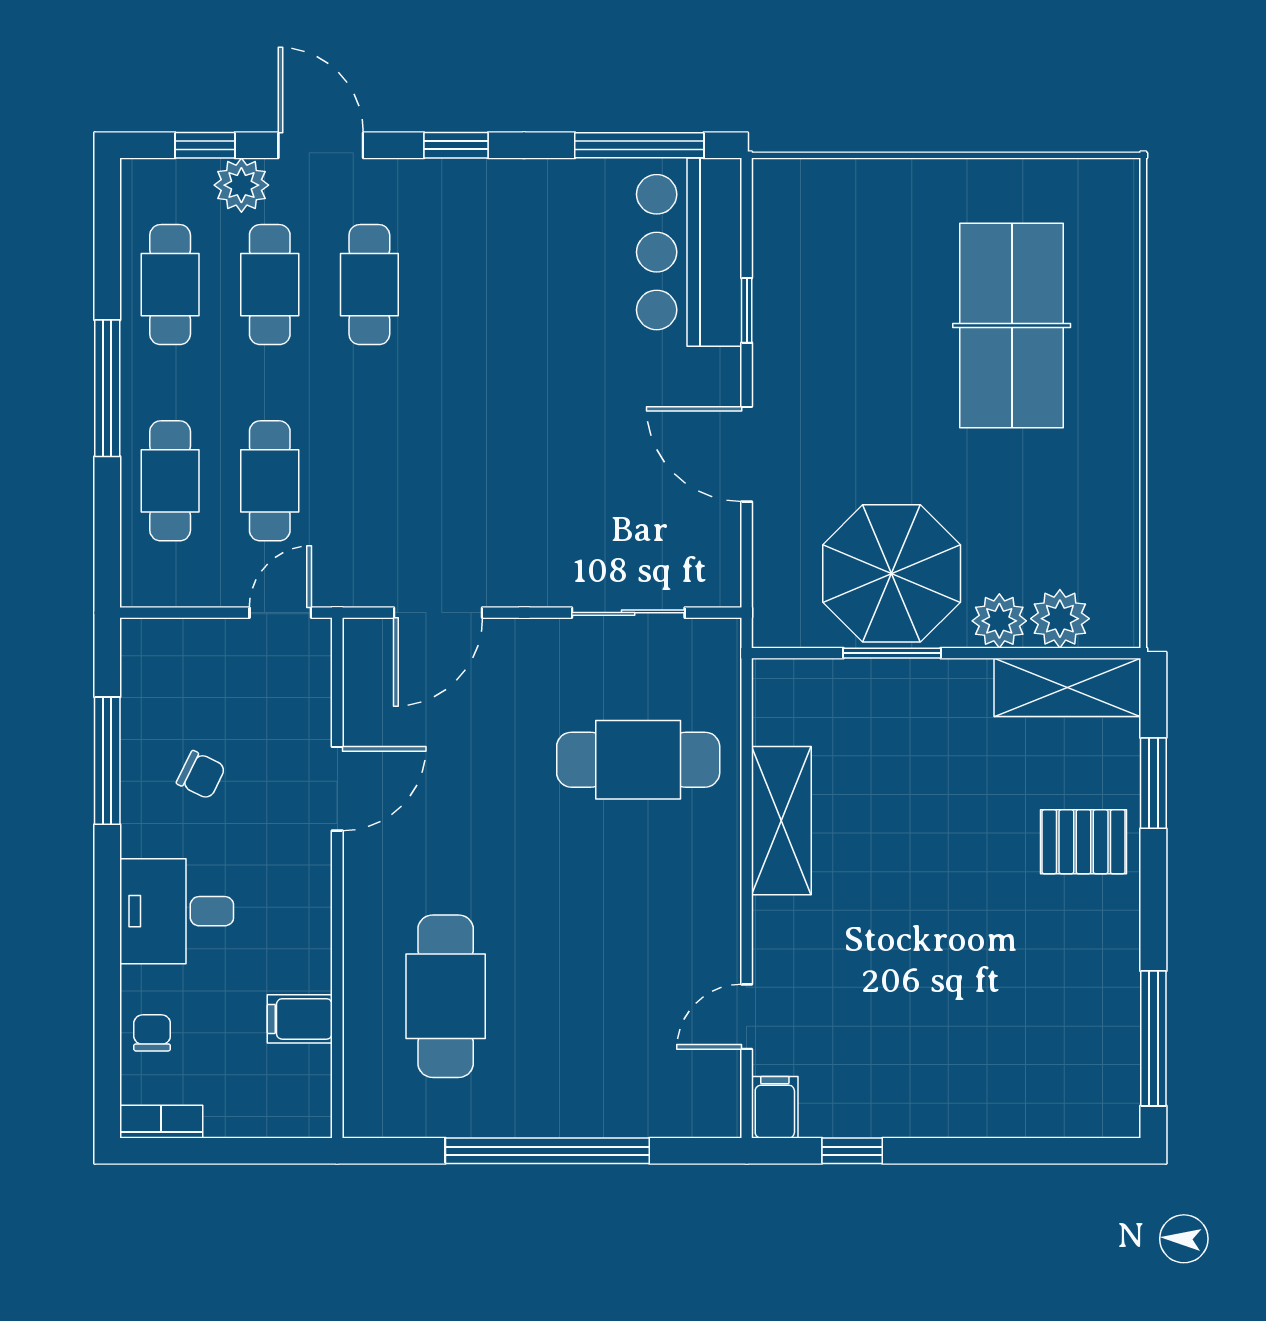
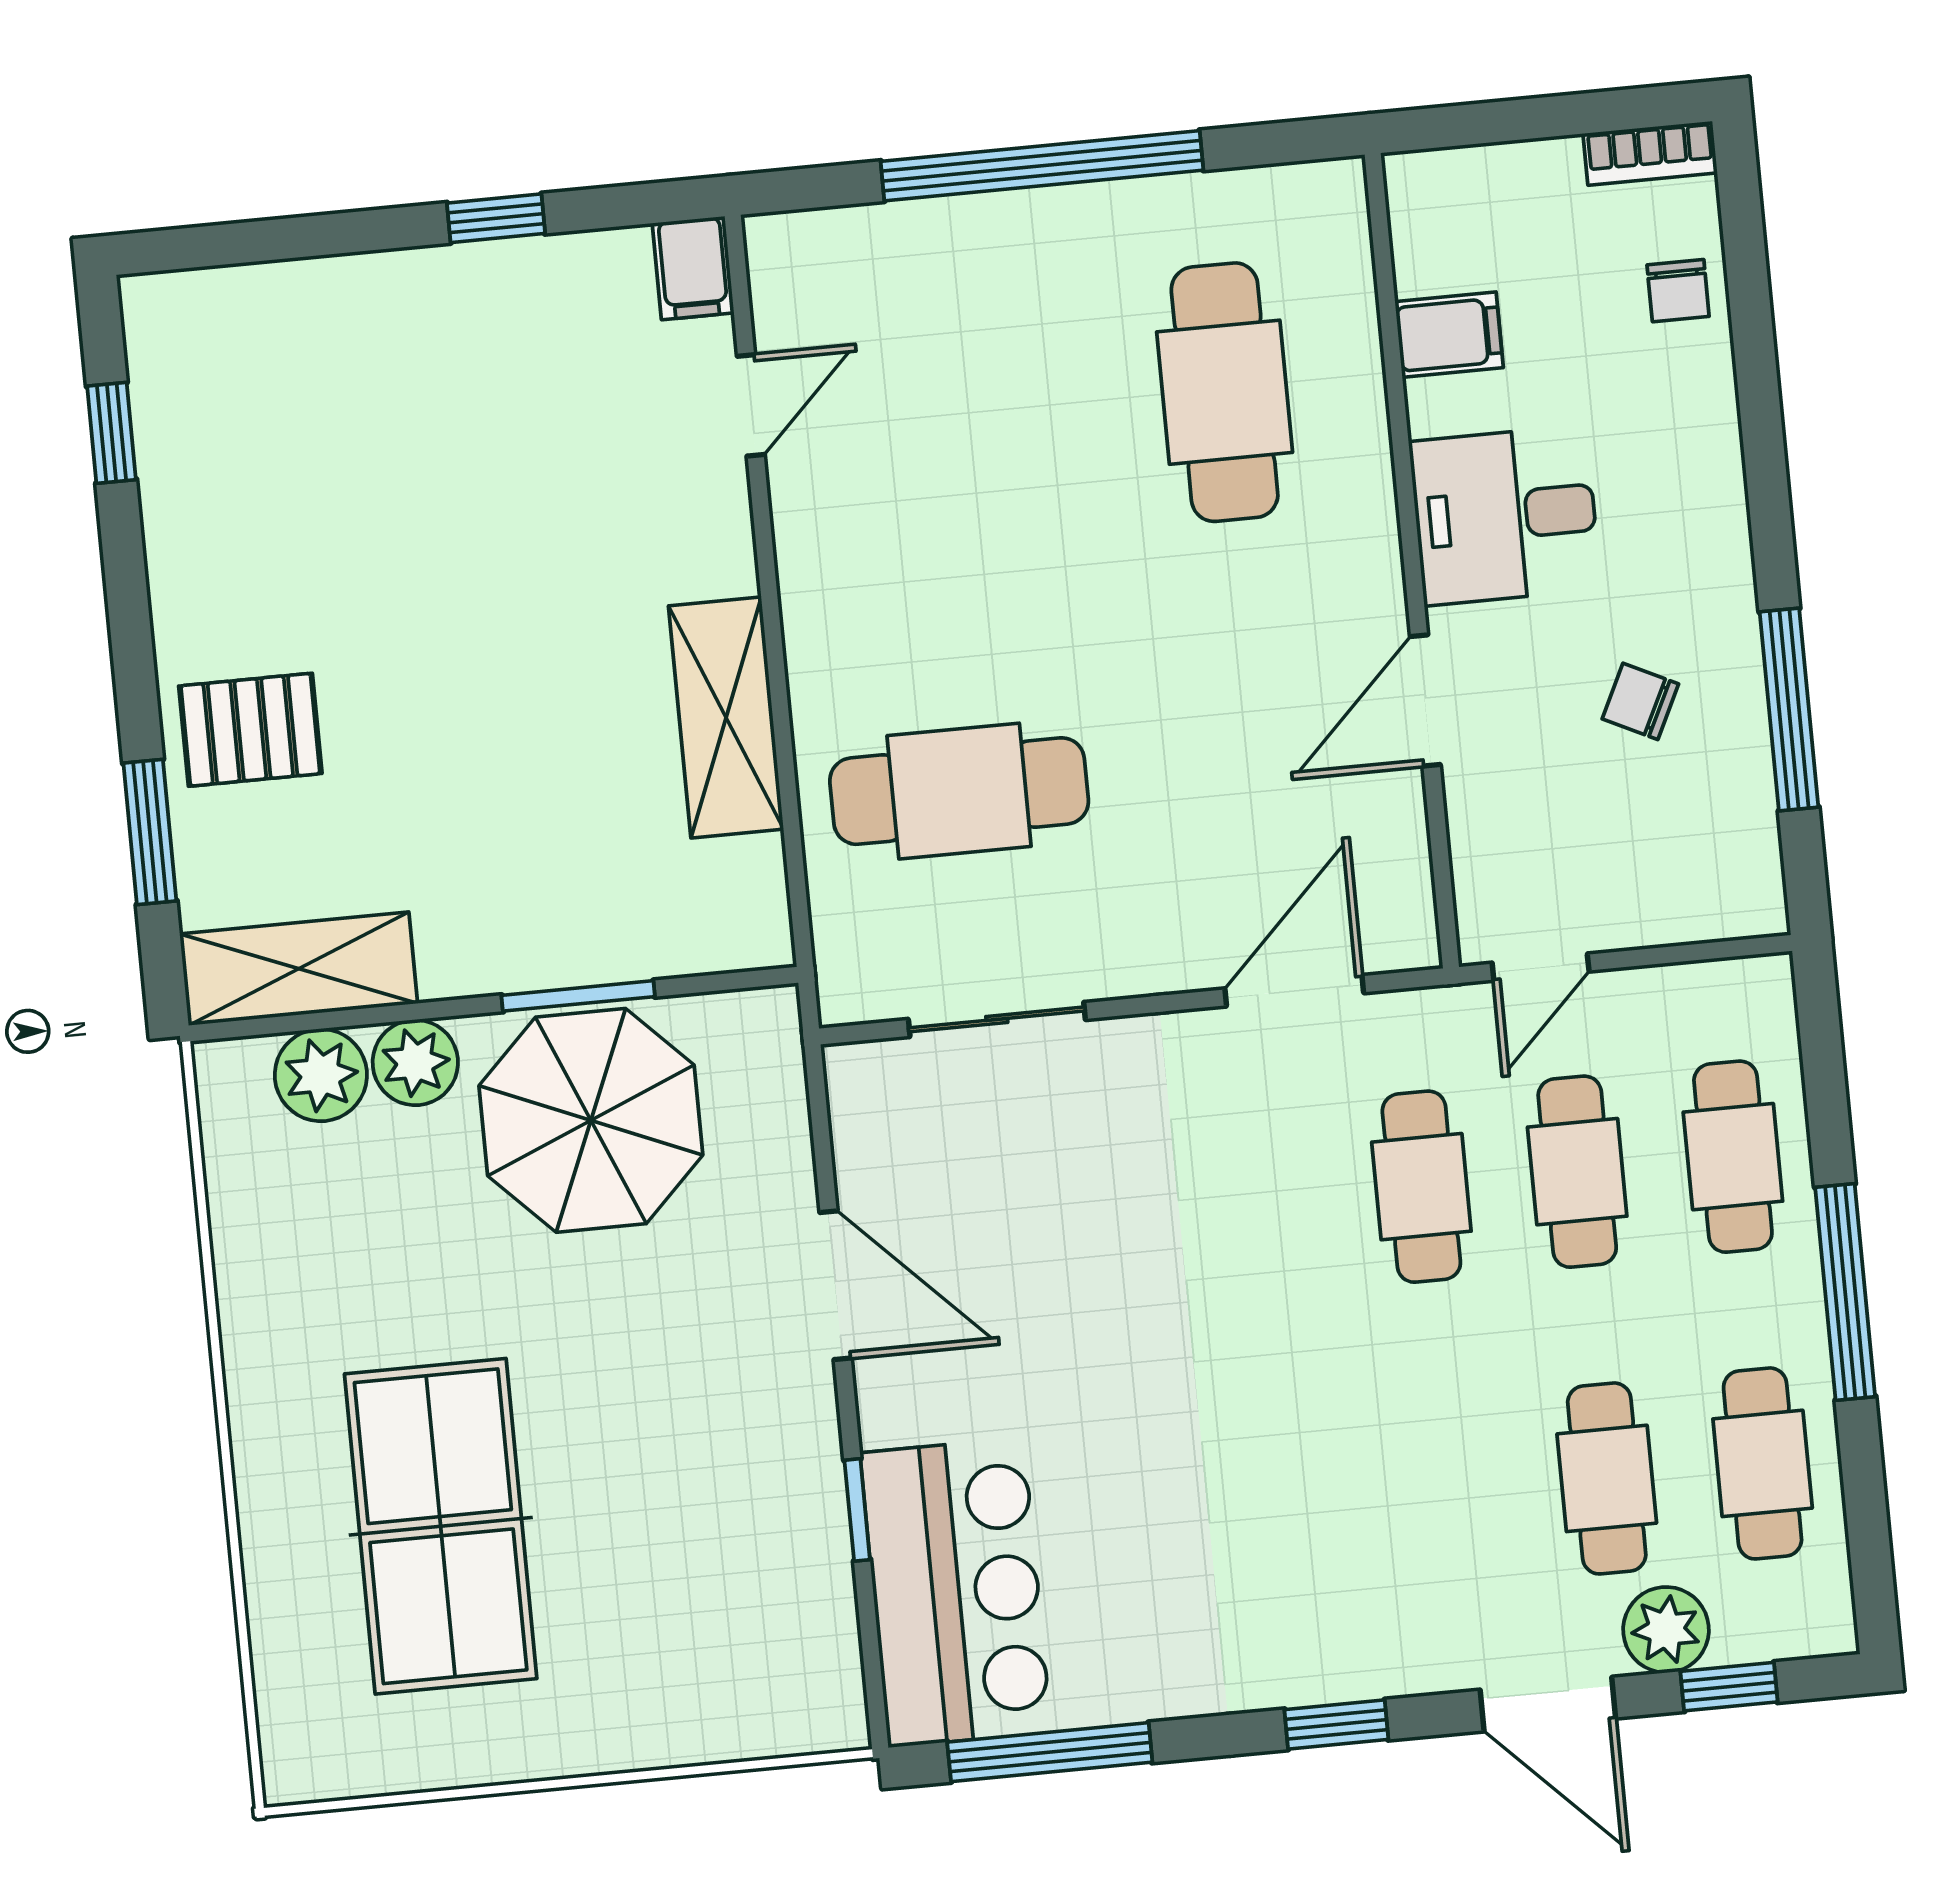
cafe table: (369, 285) -> (1421, 1187), moved
desk: (177, 911) -> (1505, 515), moved, turned 180
window: (1153, 1038) -> (111, 433), width x0.46
window: (852, 1151) -> (496, 218), moved

